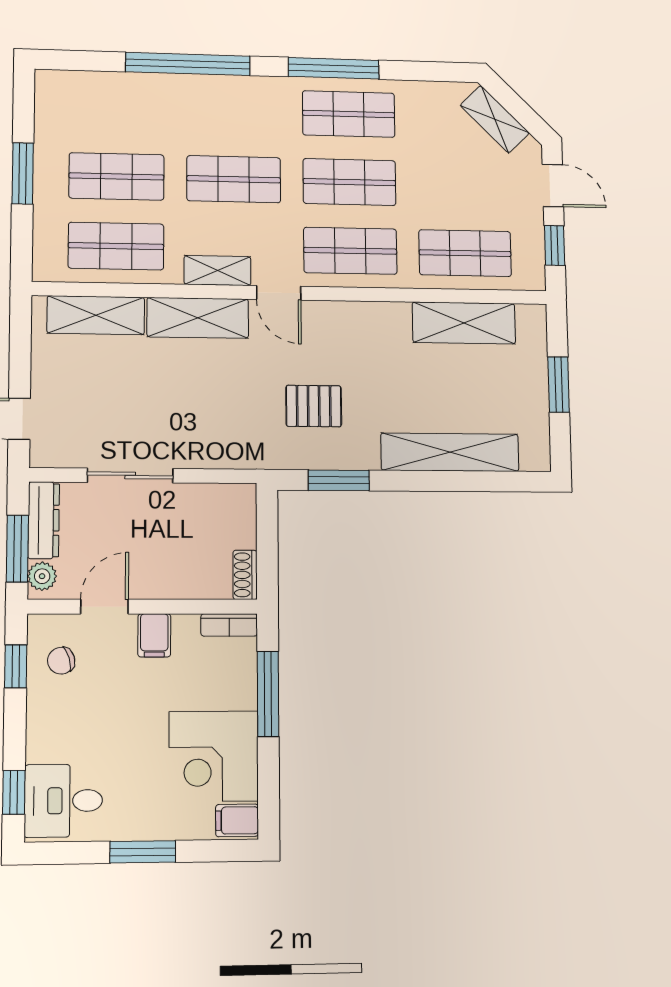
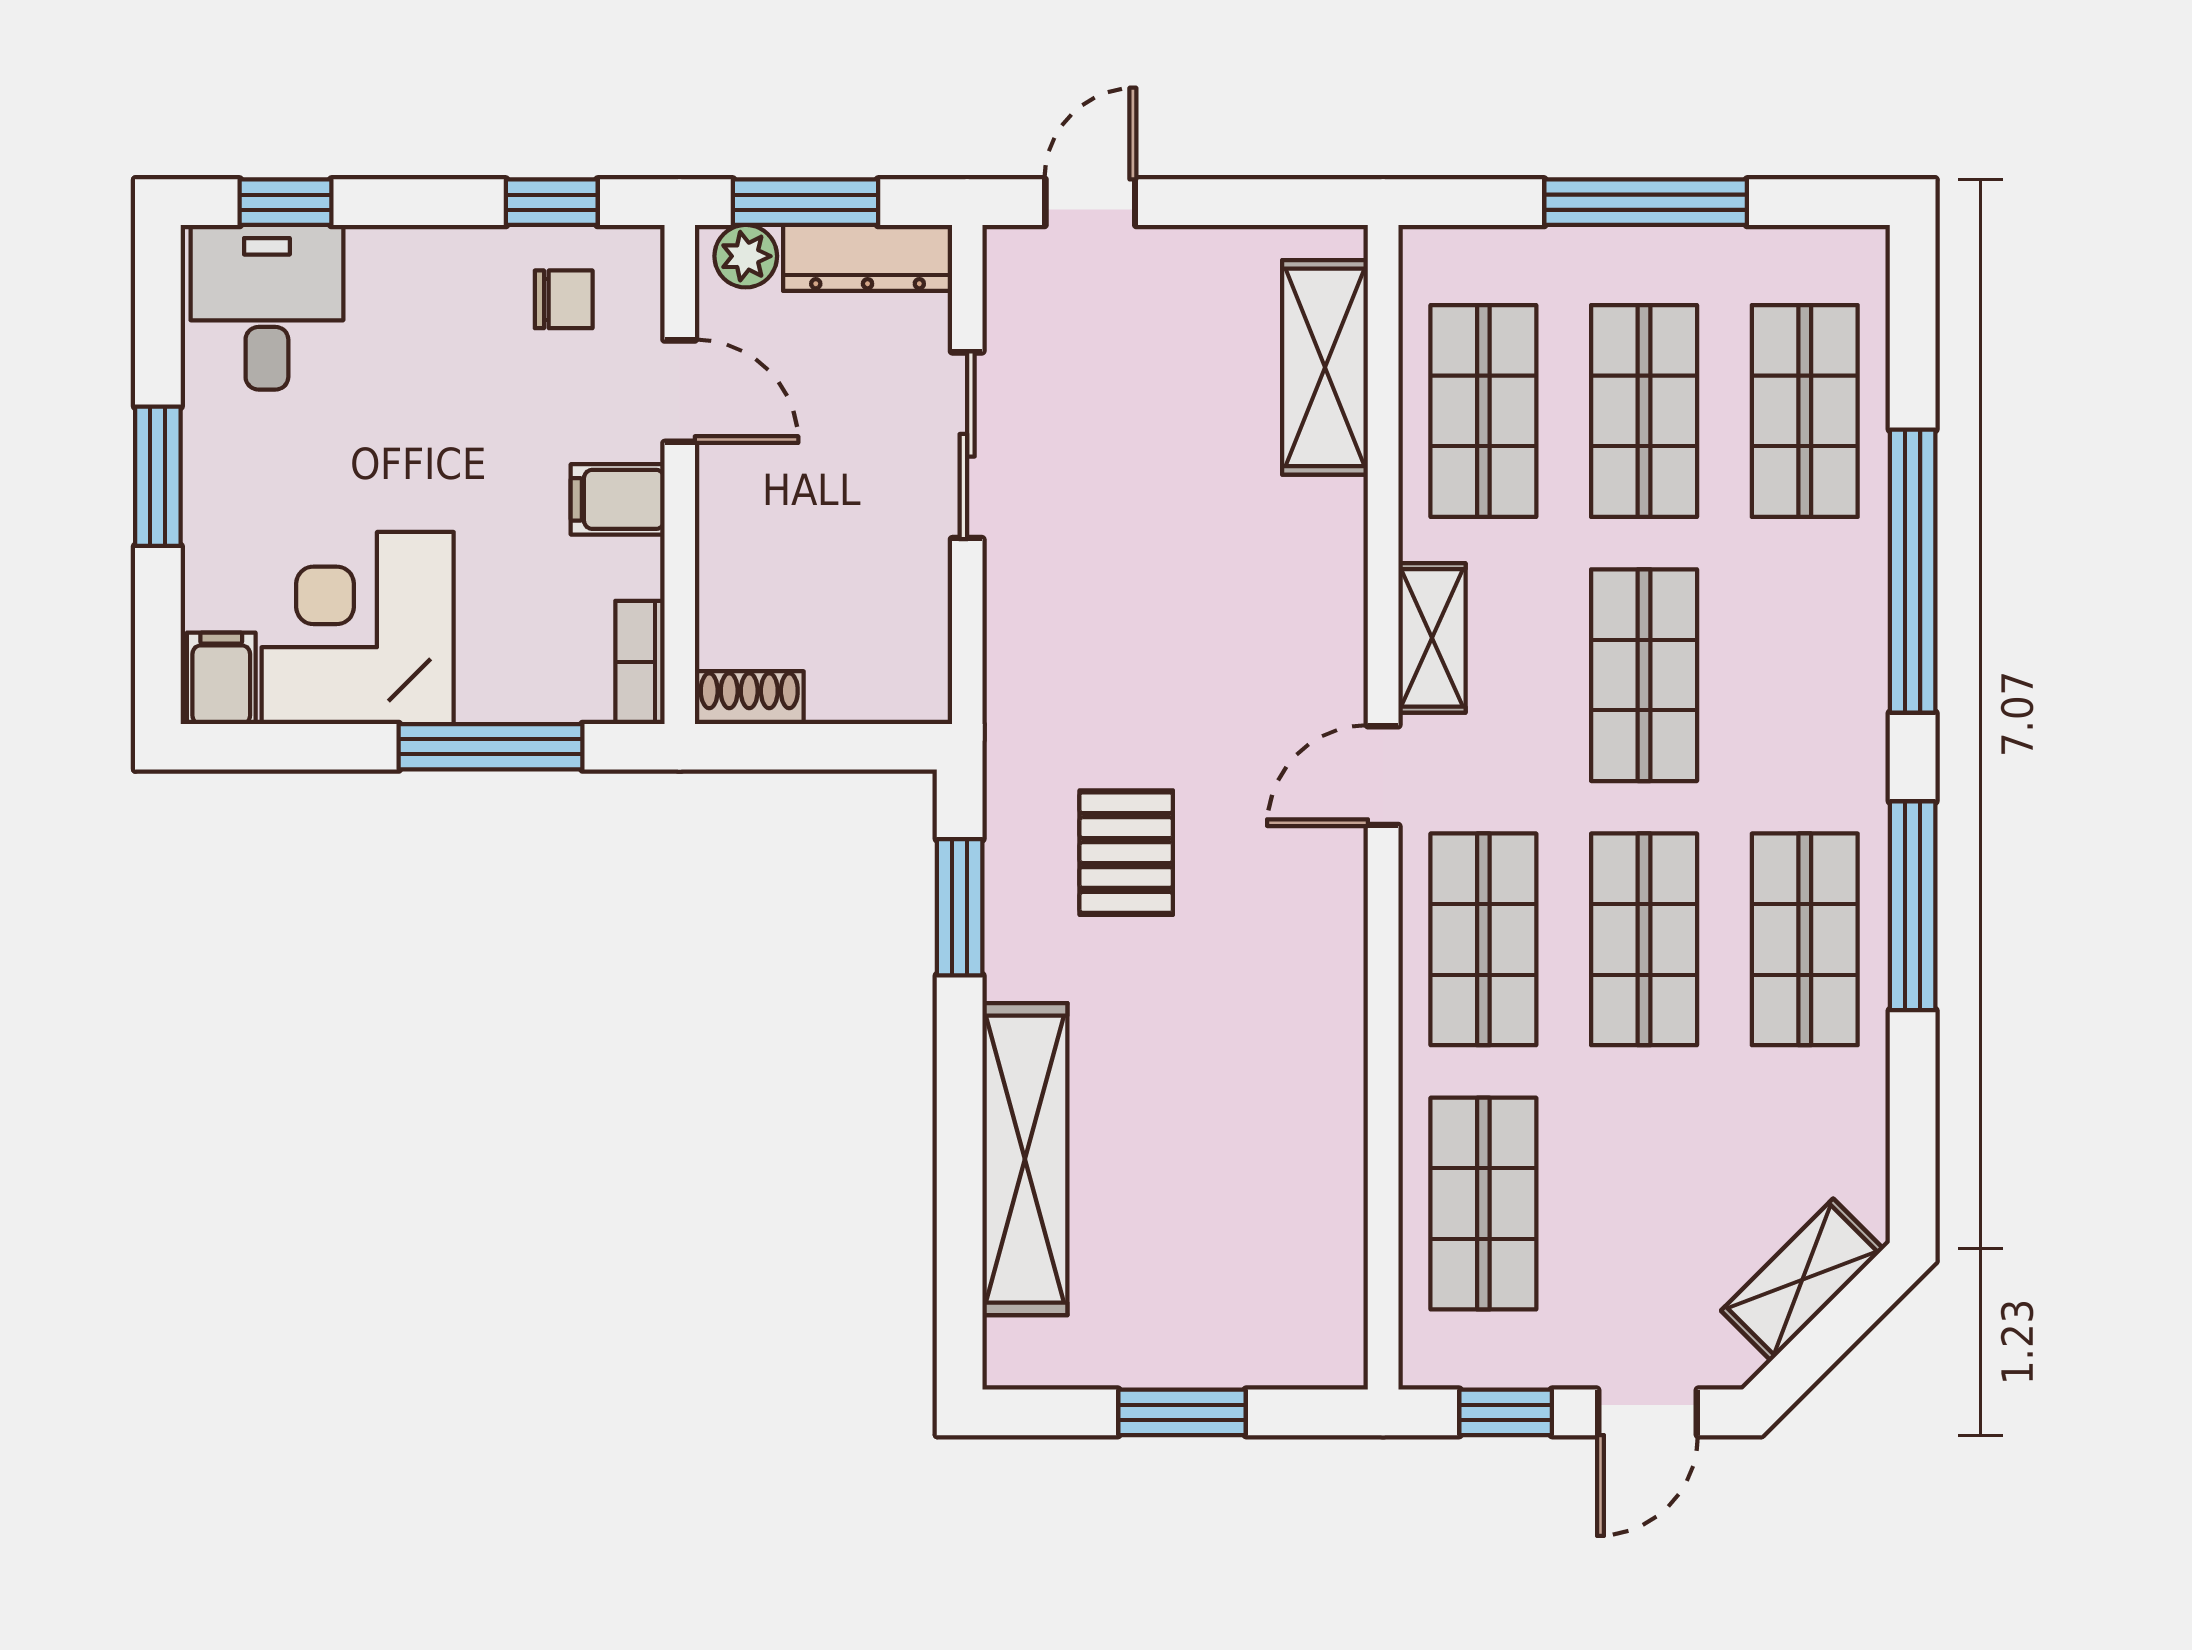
shop shelf: (117, 108) -> (1805, 411), added
window: (23, 173) -> (1646, 202), width x1.44
shelving: (198, 318) -> (1323, 594), removed
shelving: (464, 323) -> (1321, 1197), removed
chair: (61, 661) -> (564, 299), turned 107

